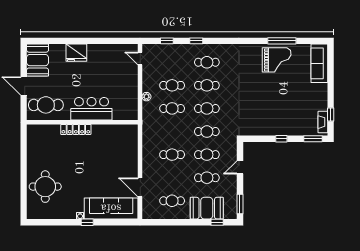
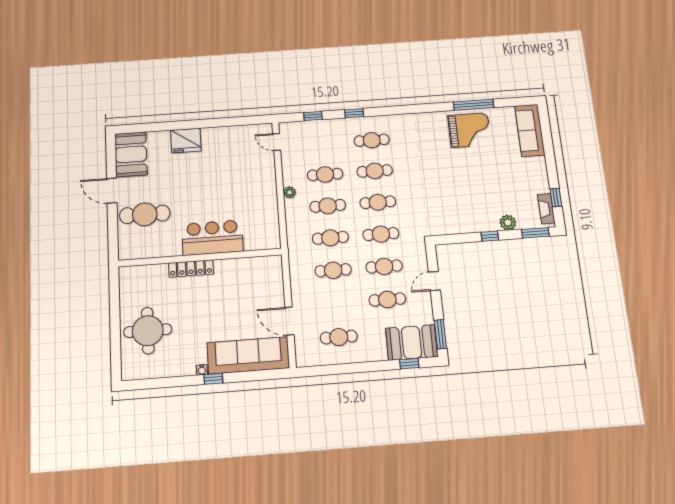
bar counter: (91, 109) -> (212, 238), moved
wall: (82, 122) -> (200, 258), moved
locker: (76, 129) -> (191, 268), moved
plant: (295, 130) -> (508, 223), added
cafe table: (172, 132) -> (330, 238), added
booth: (207, 208) -> (412, 342), moved

